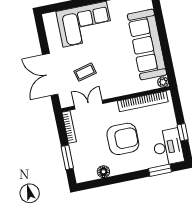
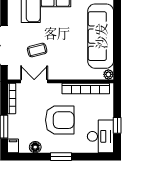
window: (160, 170) -> (61, 157), moved
filing cabinet: (80, 175) -> (13, 146), added

